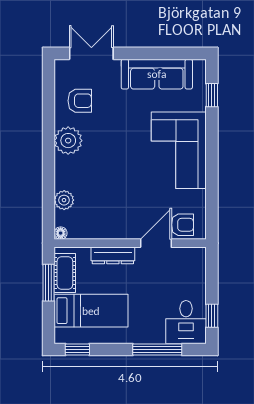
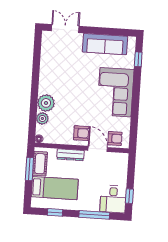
armchair: (80, 101) -> (81, 133), moved
plant: (68, 141) -> (46, 103), moved
door: (156, 243) -> (98, 149), hinge flipped
window: (77, 350) -> (55, 212), moved

